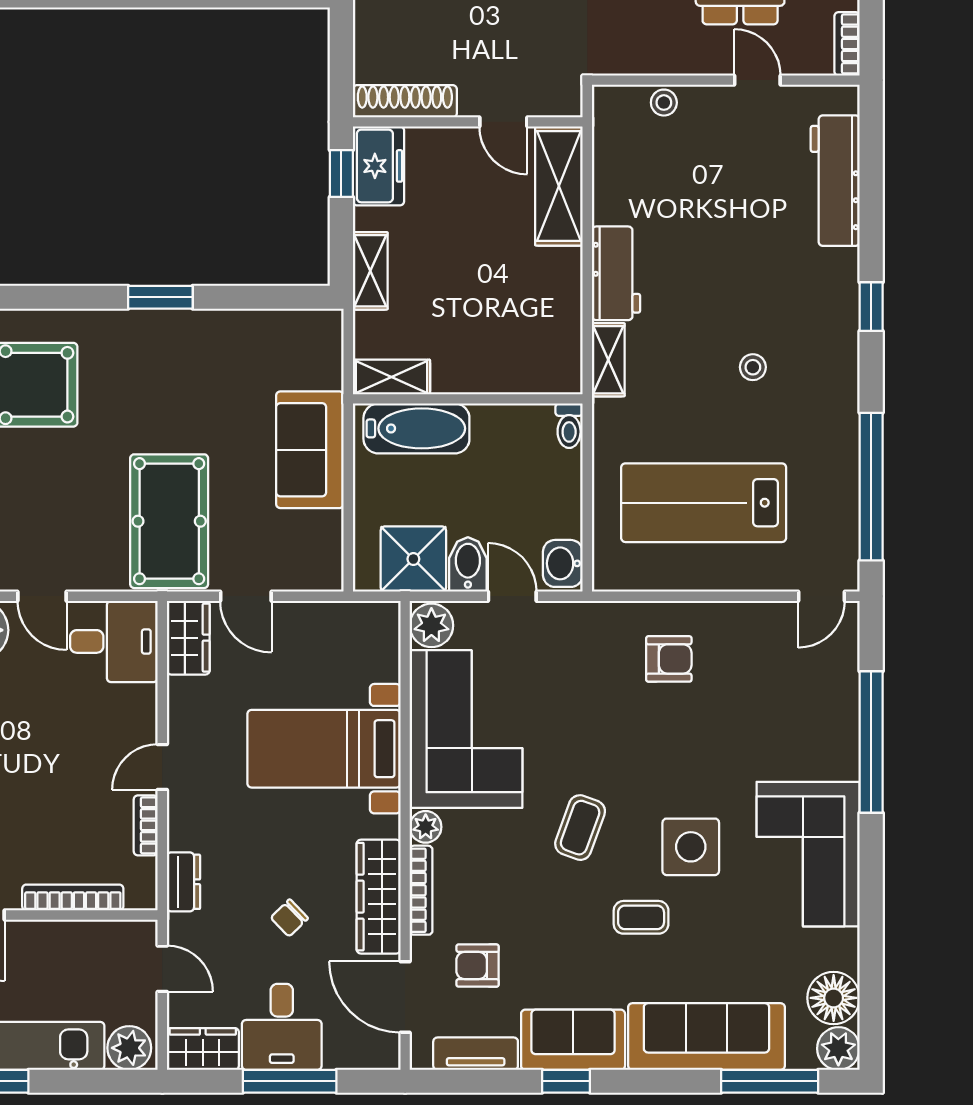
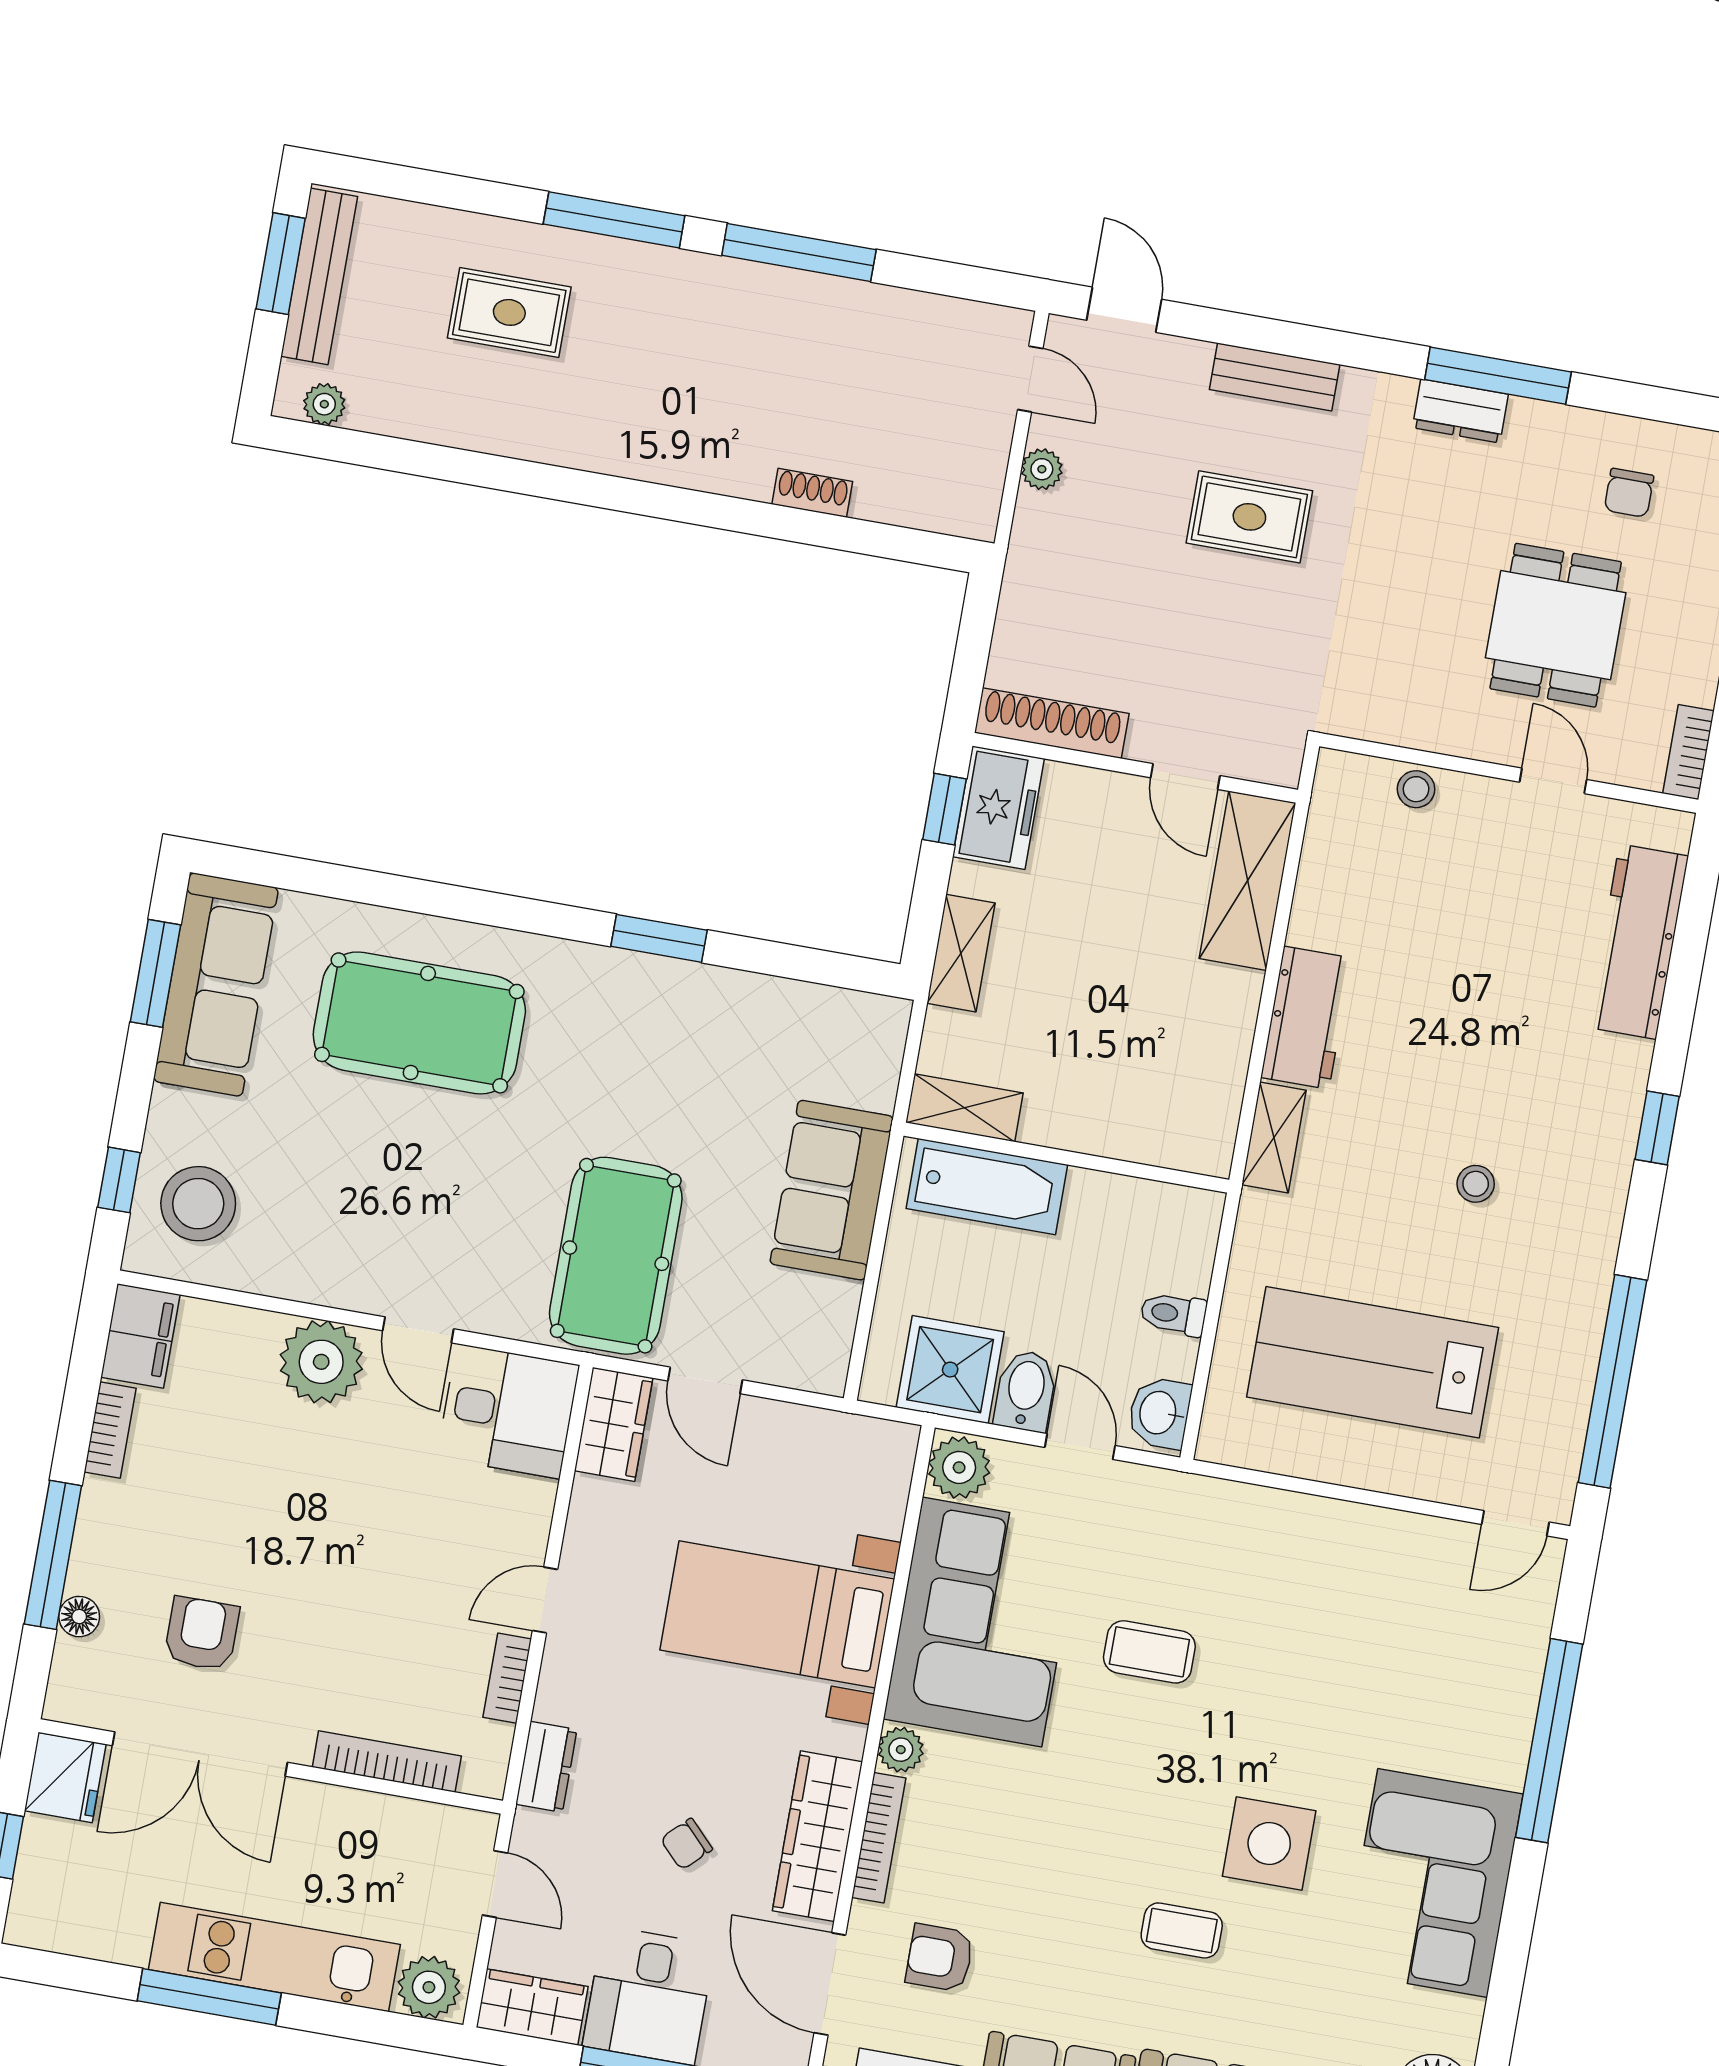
toilet: (569, 426) -> (1173, 1314), moved, turned 90
armchair: (669, 659) -> (1285, 1574), removed
coffee table: (580, 828) -> (1149, 1652), moved, turned 70

